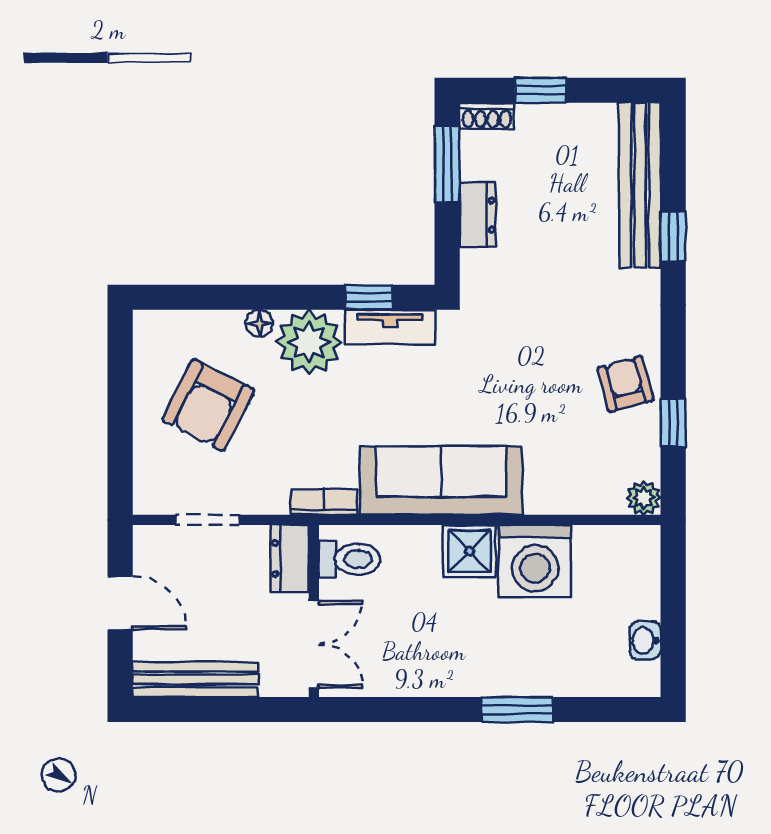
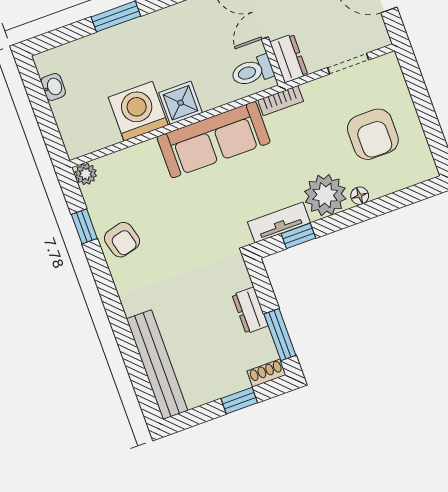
window: (673, 236) -> (126, 341), removed
armchair: (208, 405) -> (373, 134), turned 153

